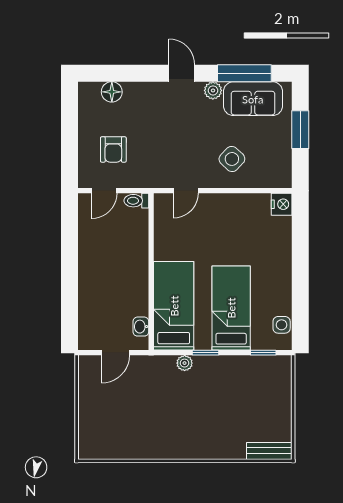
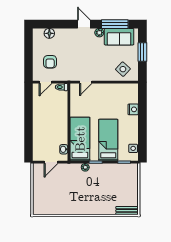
side table: (232, 159) -> (123, 69), moved
nightstand: (282, 204) -> (133, 109), moved

